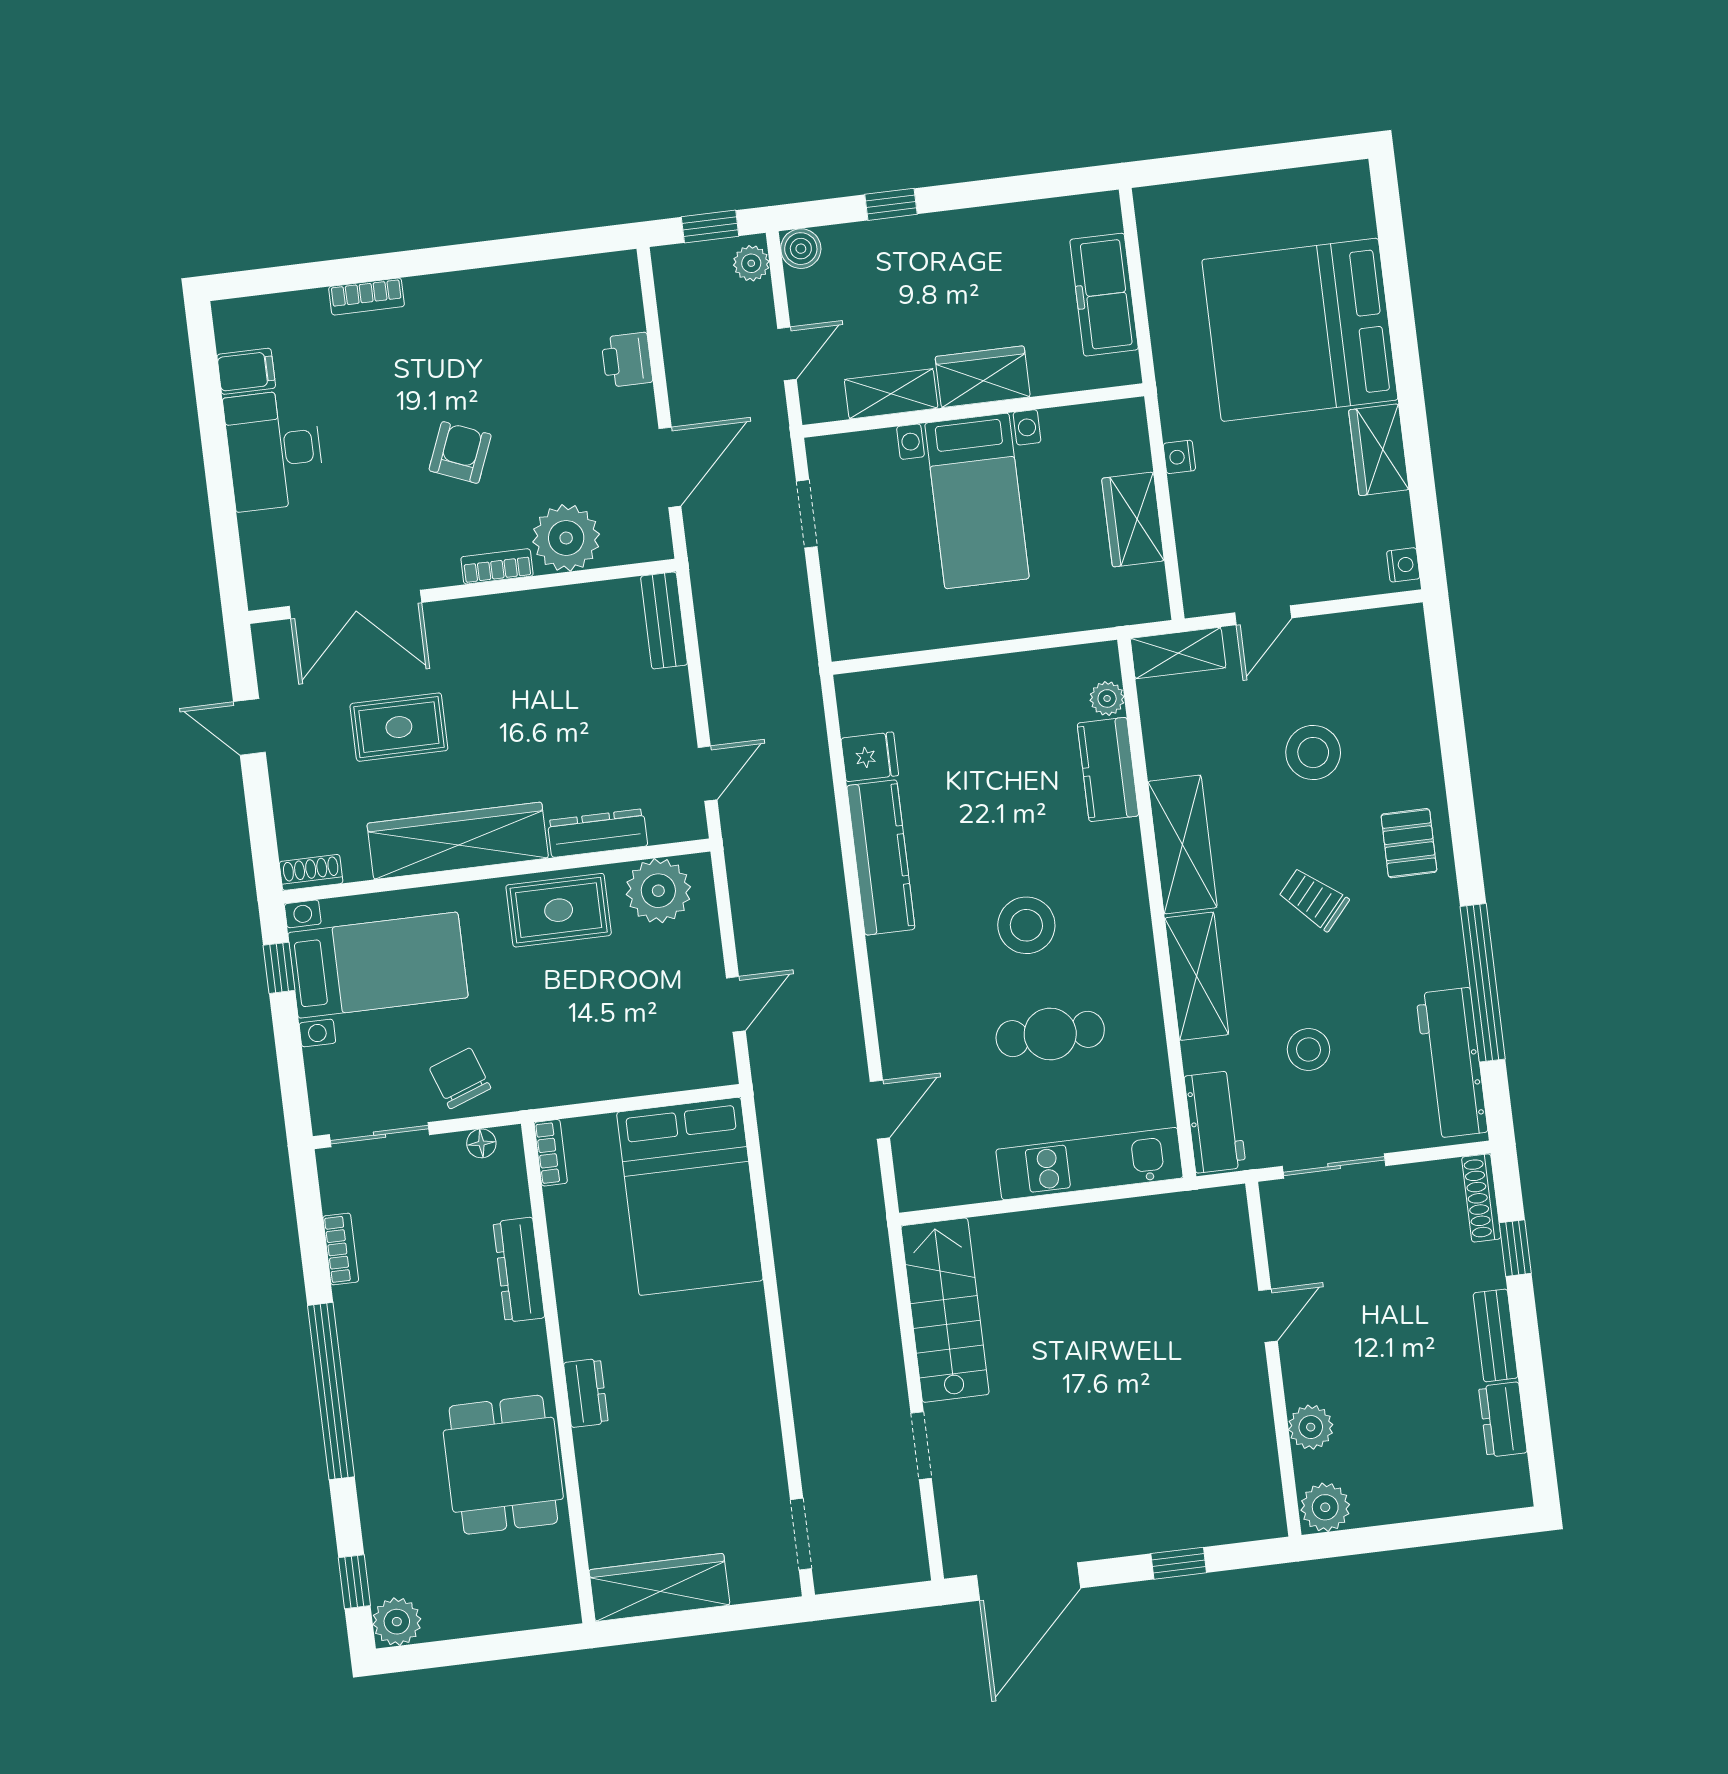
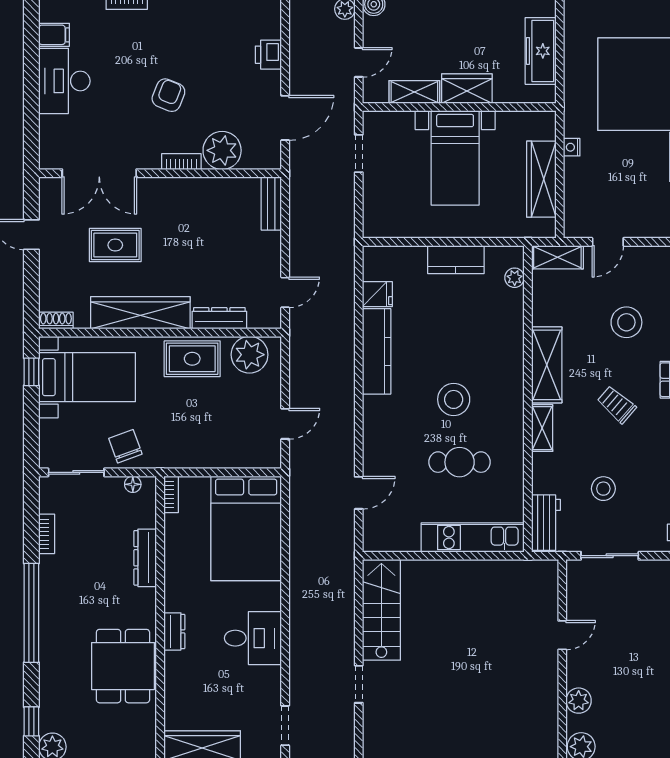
wardrobe: (1133, 520) -> (541, 179), width x1.50
kitchen counter: (1108, 769) -> (456, 260), moved, turned -90
shelving: (1197, 976) -> (542, 428), width x0.67, depth x0.75
desk: (725, 1388) -> (253, 638), added

